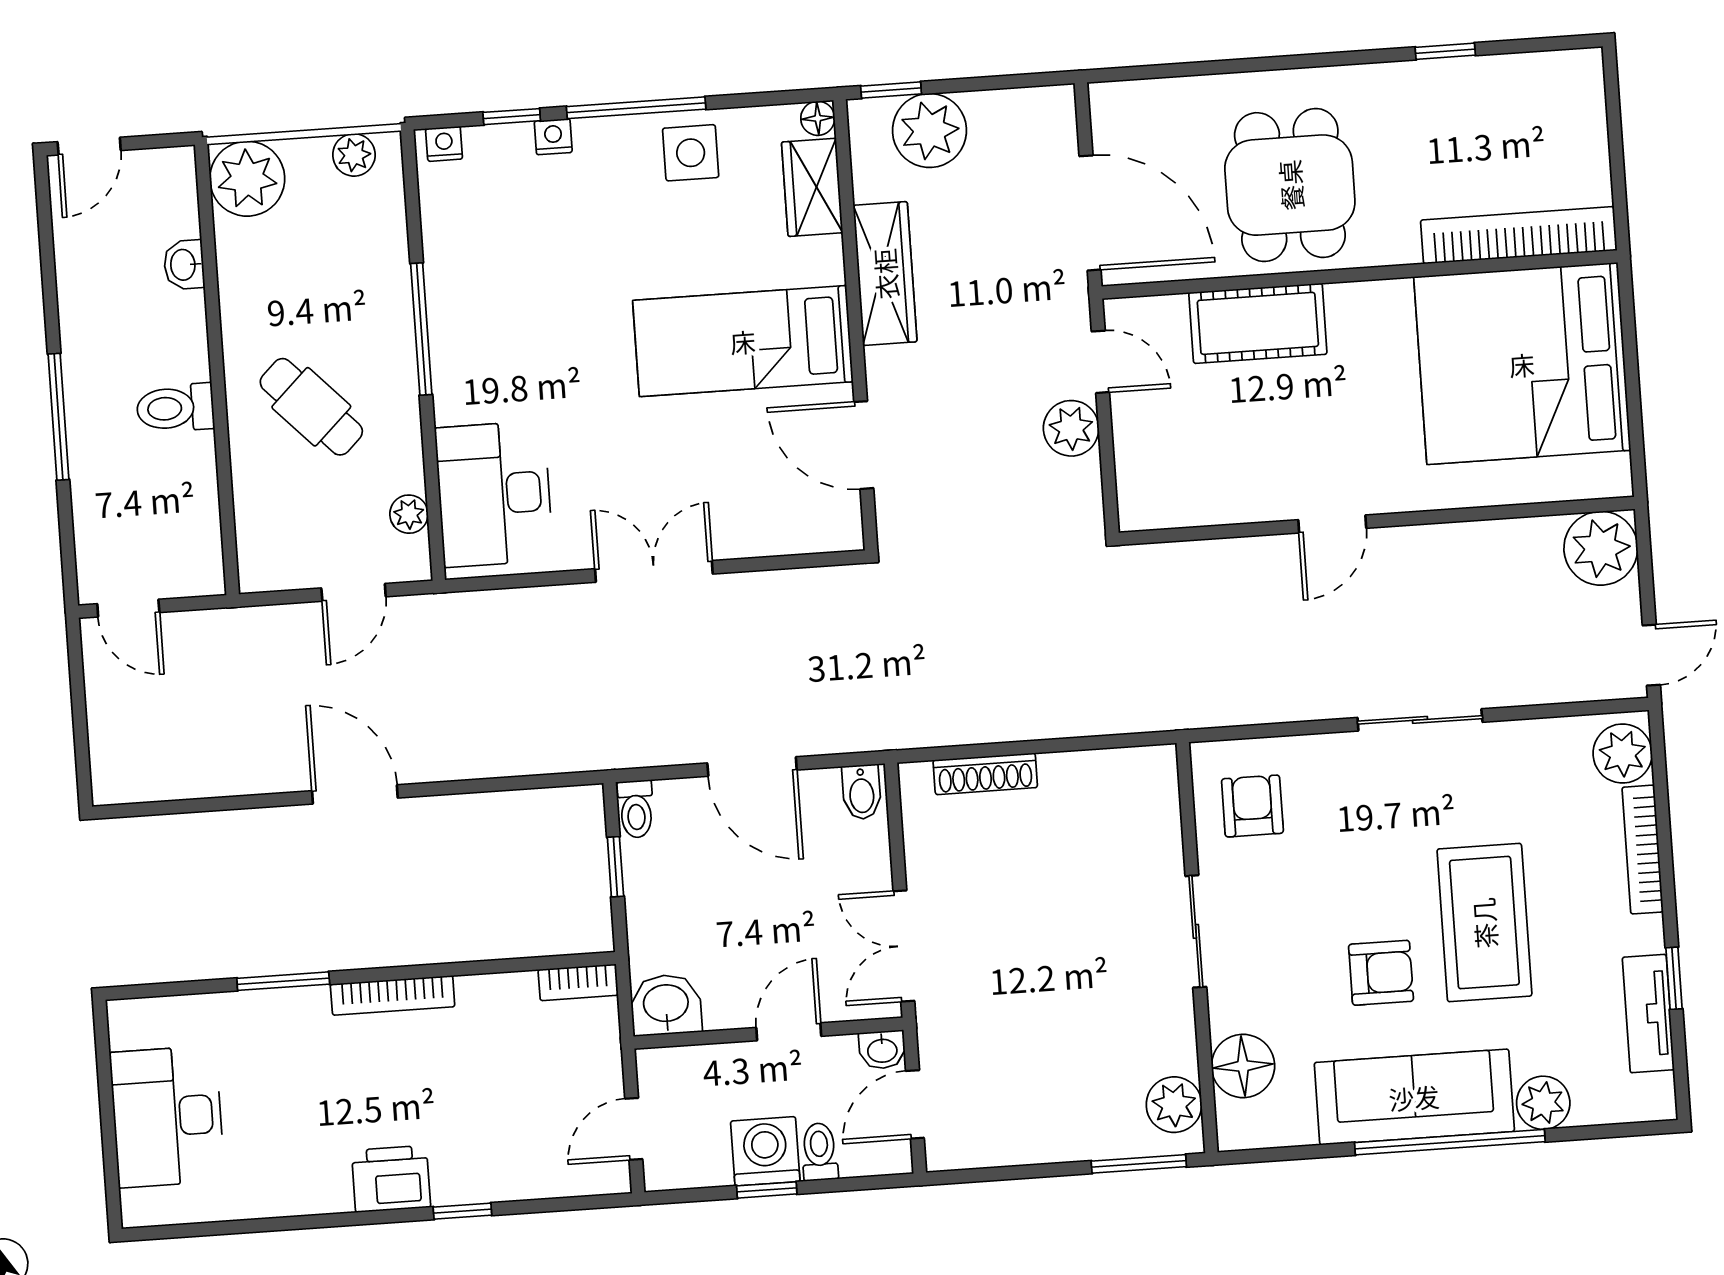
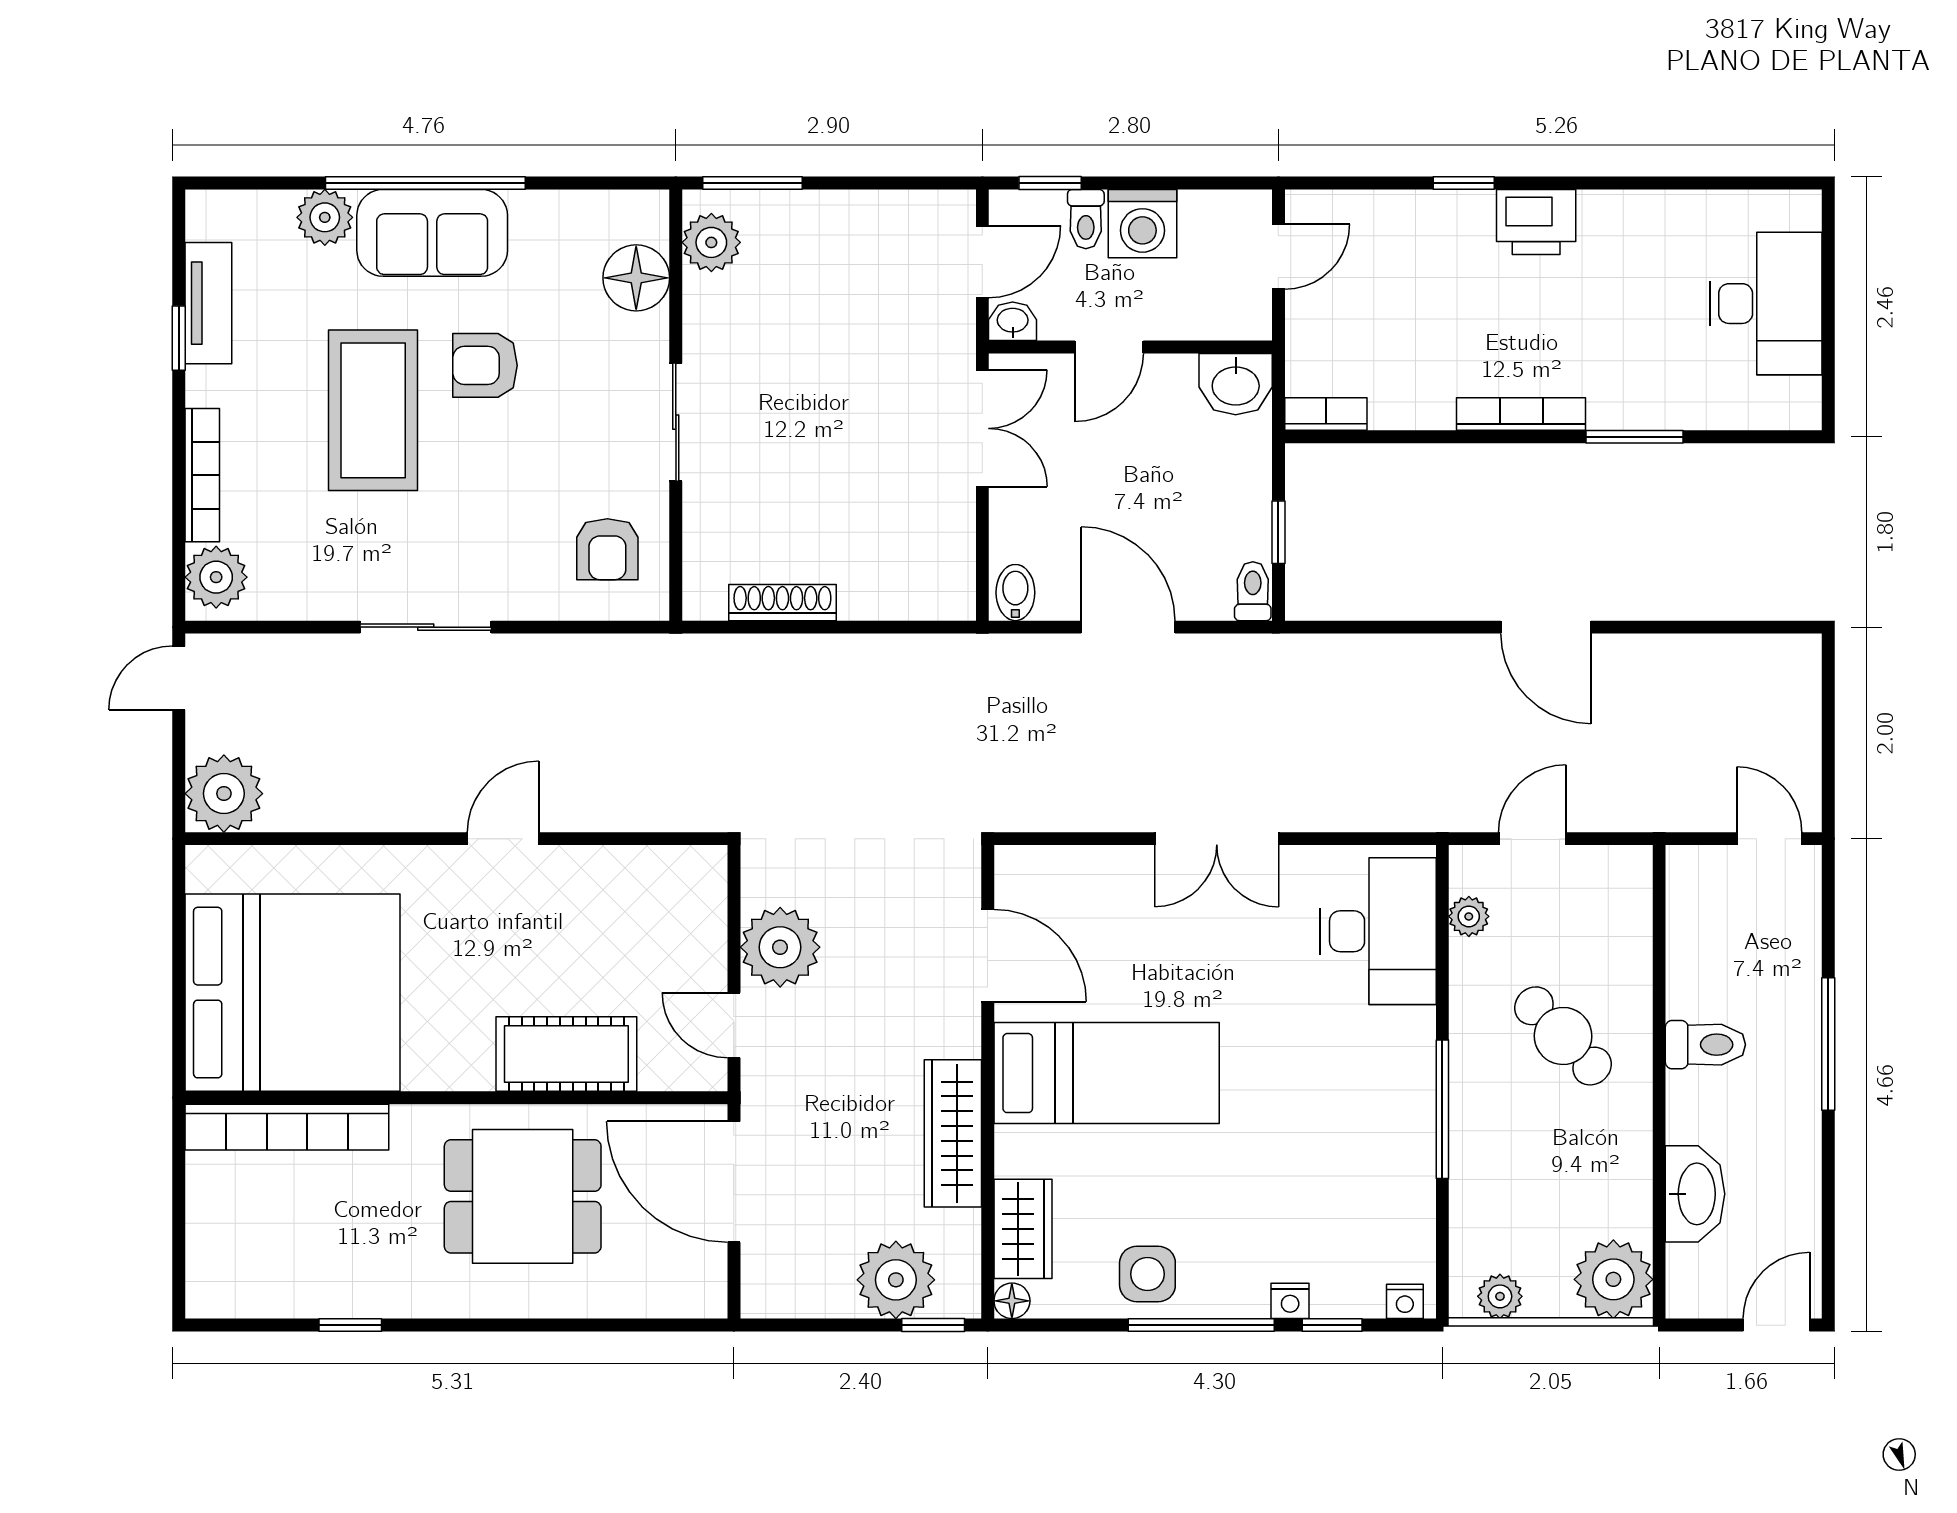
dining table: (1290, 185) -> (523, 1196), turned 90
washbasin: (184, 265) -> (1695, 1194), width x1.91, depth x1.45
plant: (1071, 428) -> (780, 947), width x1.36, depth x1.36
shoe rack: (985, 774) -> (782, 603), moved
sofa: (1414, 1097) -> (432, 233), width x0.73
window: (767, 1190) -> (1050, 183), moved

